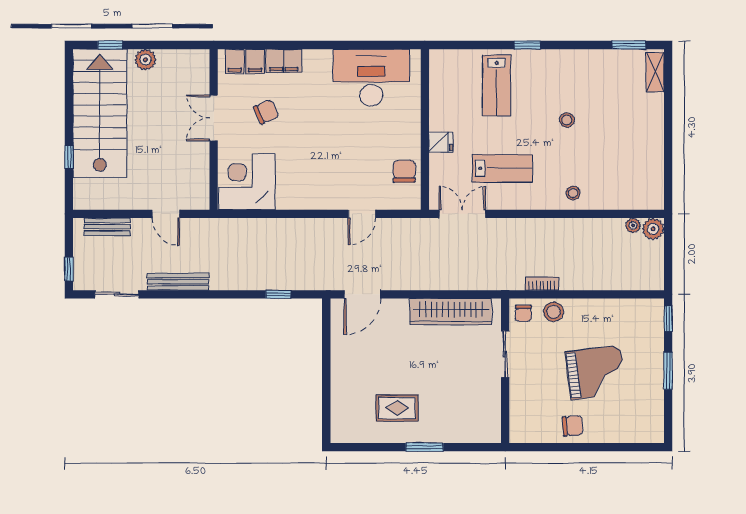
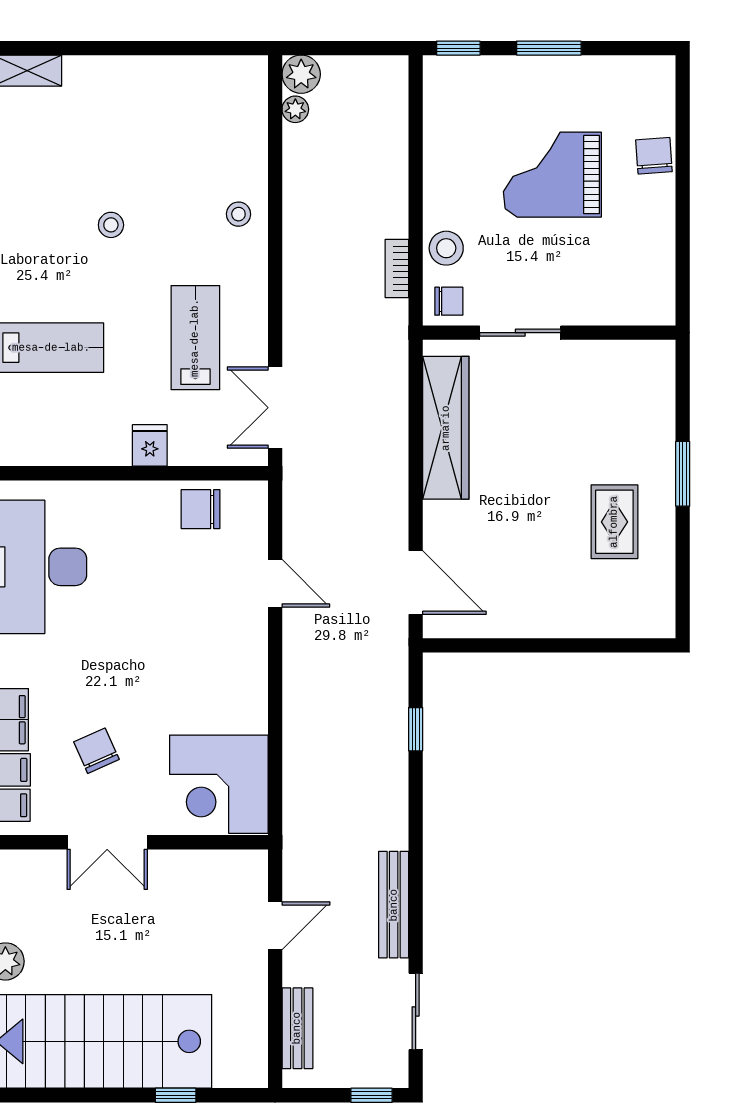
grand piano: (596, 373) -> (552, 175), turned -83
chair: (573, 426) -> (654, 156), moved

